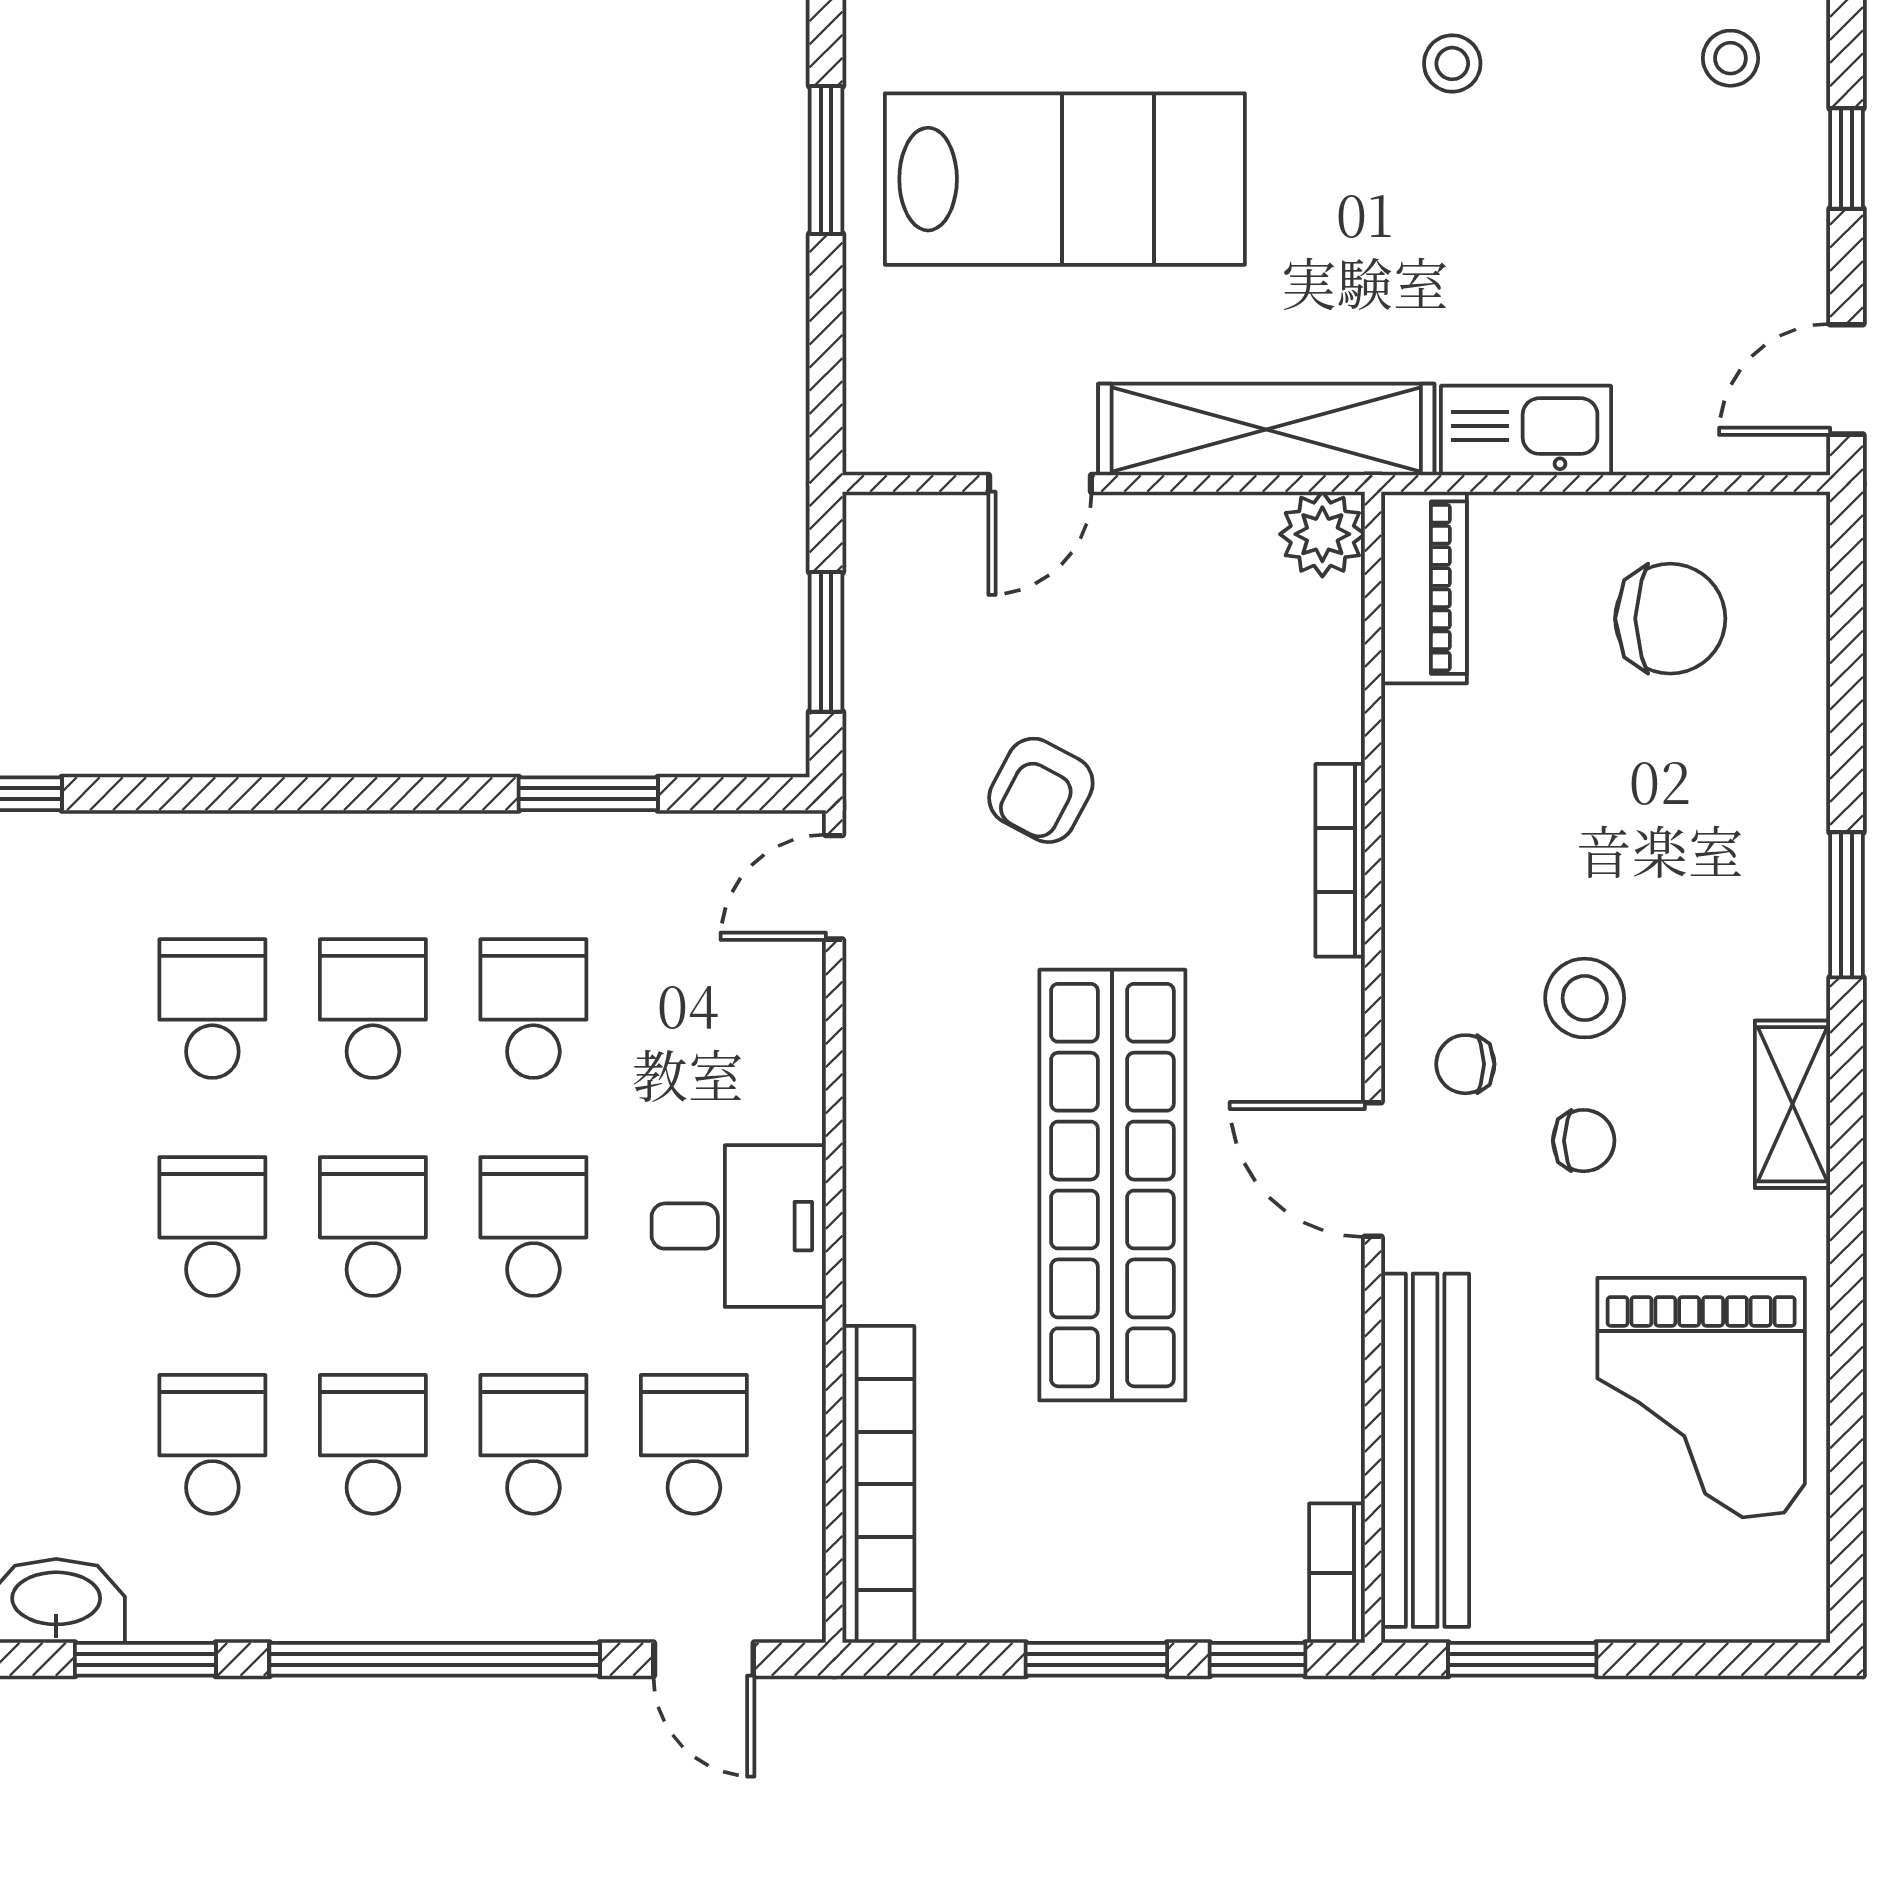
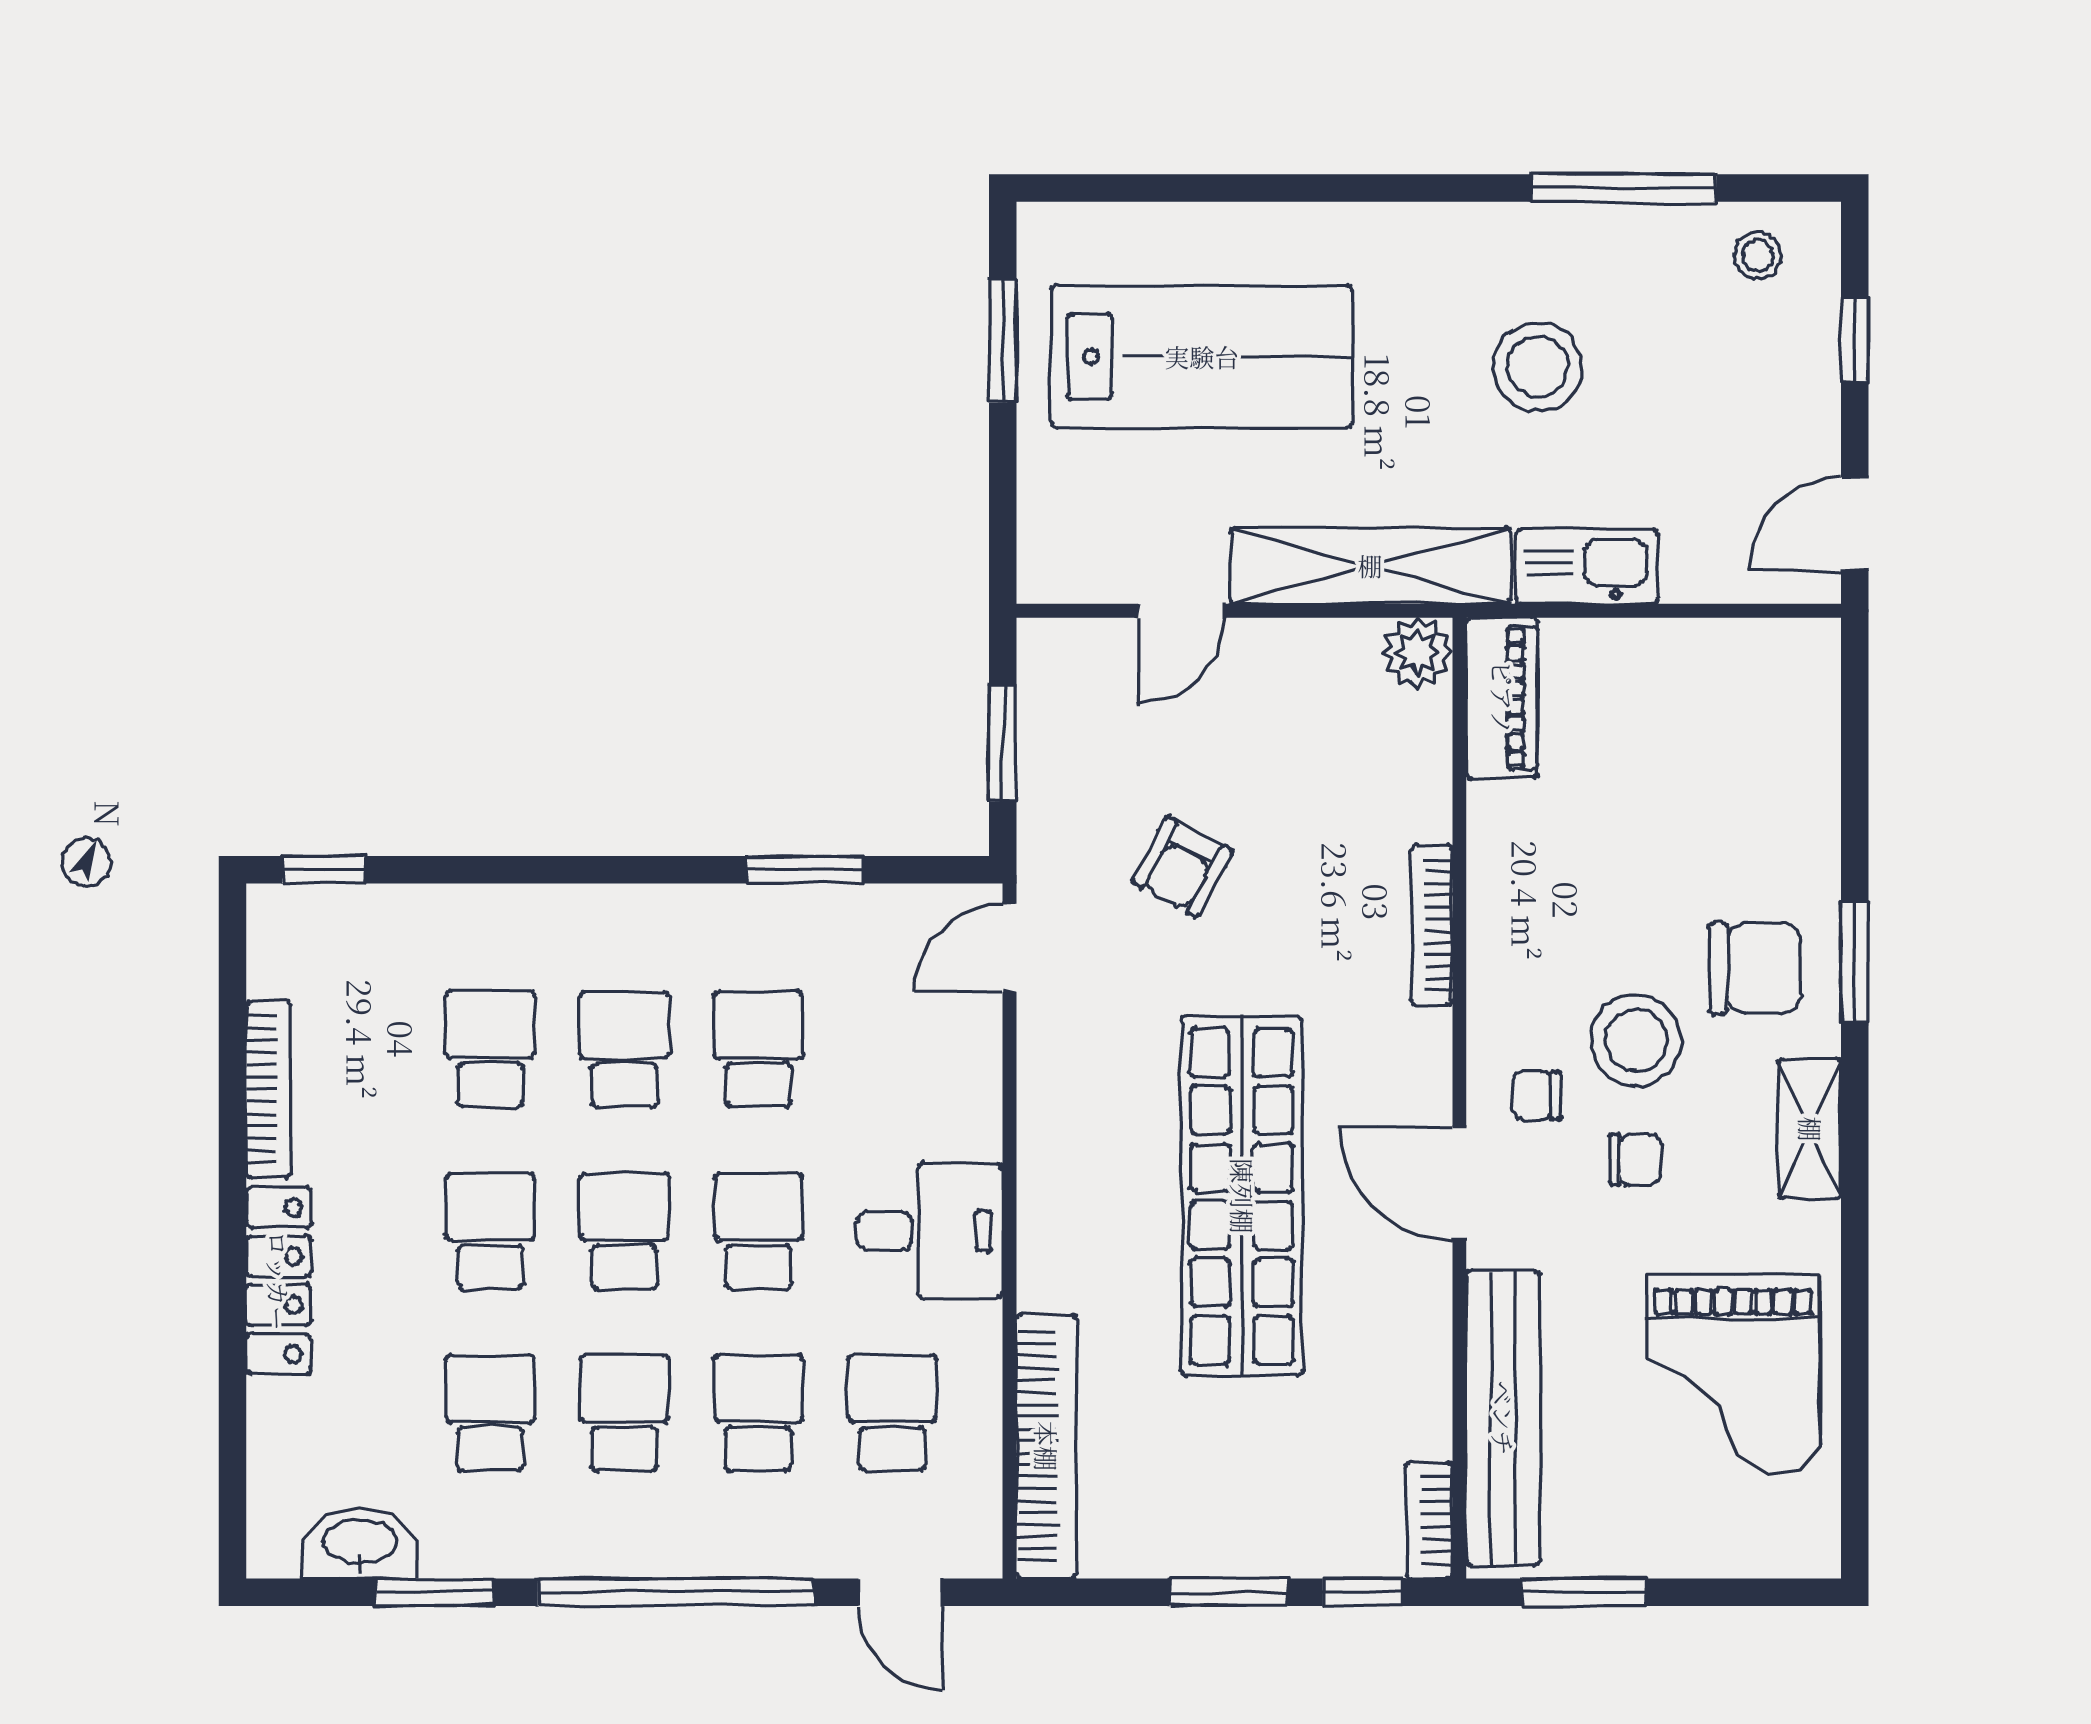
stool: (1452, 63) -> (1538, 367), moved, width x1.89, depth x1.89
chair: (1670, 619) -> (1755, 968), moved
stool: (1585, 998) -> (1636, 1040), width x1.38, depth x1.38

